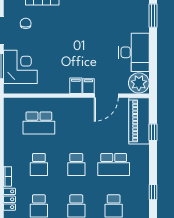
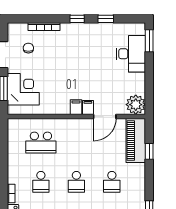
desk: (134, 52) -> (131, 54), moved
school desk: (114, 164) -> (112, 182), width x0.54

